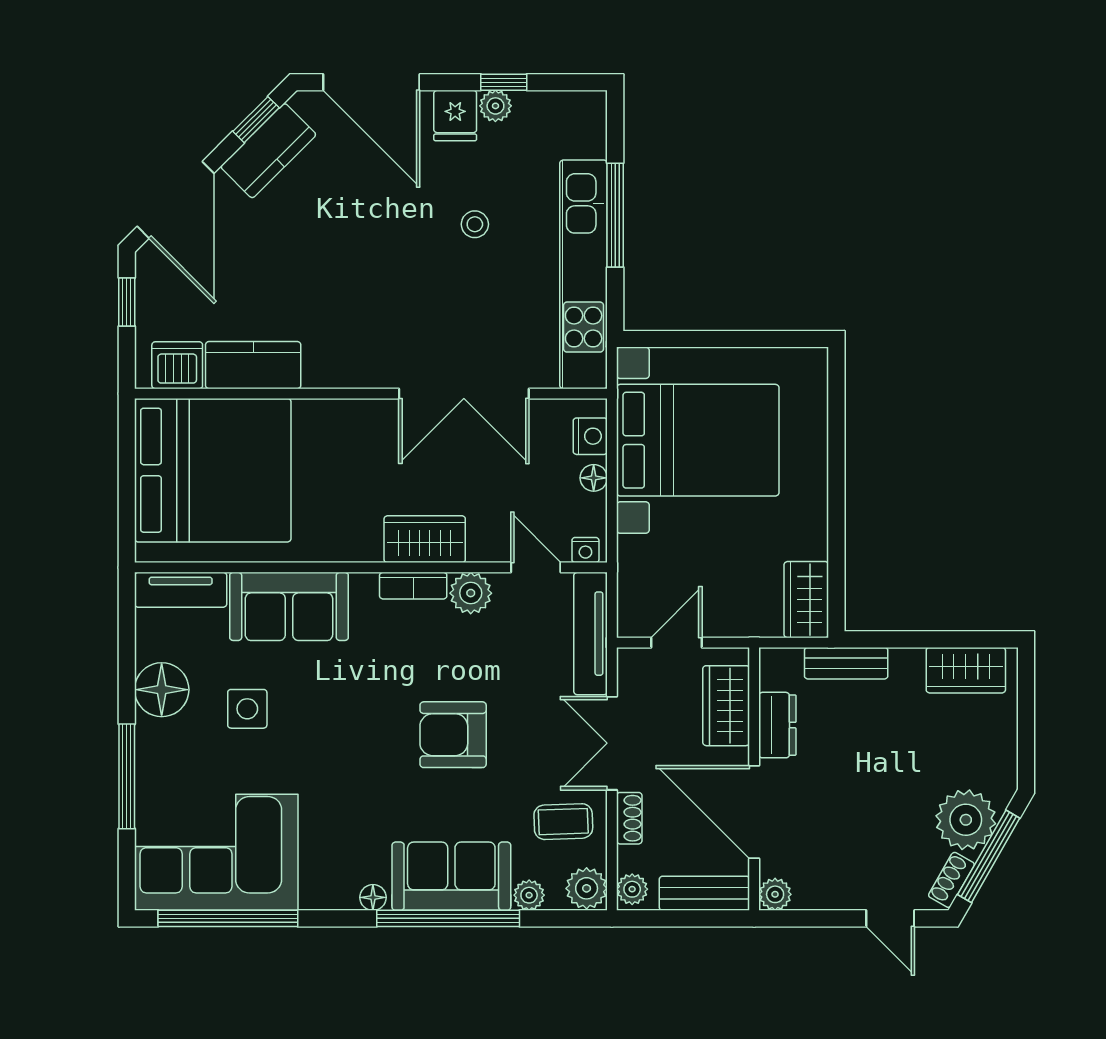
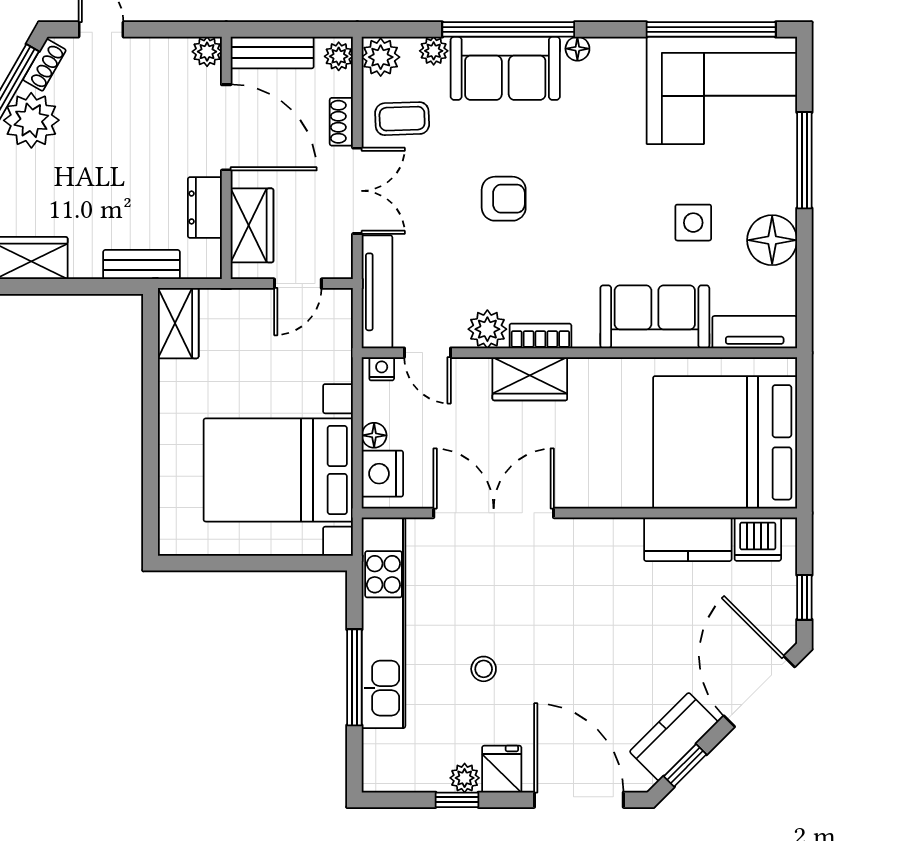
nightstand: (590, 436) -> (382, 474), width x1.36, depth x1.33
armchair: (453, 735) -> (504, 199), width x0.72, depth x0.72

